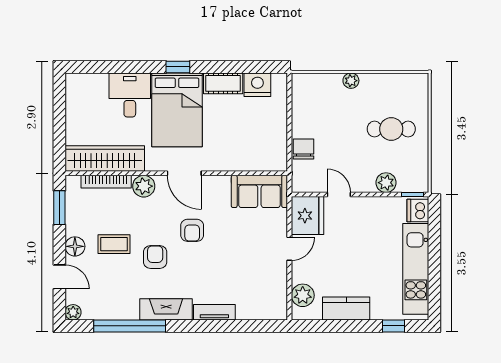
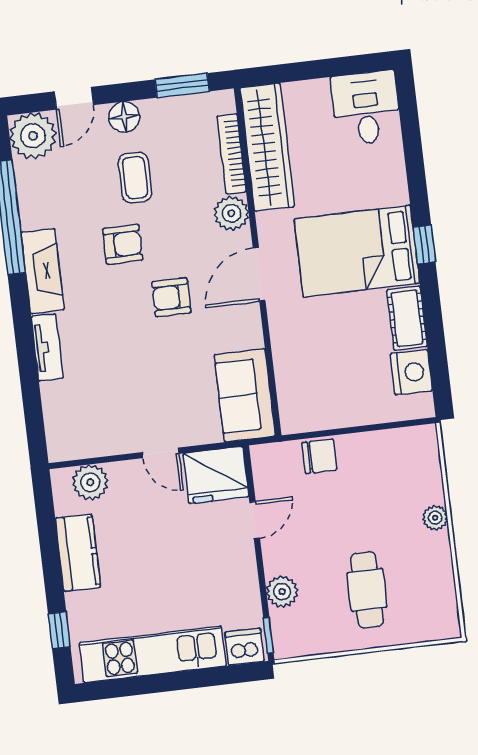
desk: (130, 95) -> (366, 108), moved, turned -90
plant: (73, 312) -> (33, 136), width x1.88, depth x1.88

